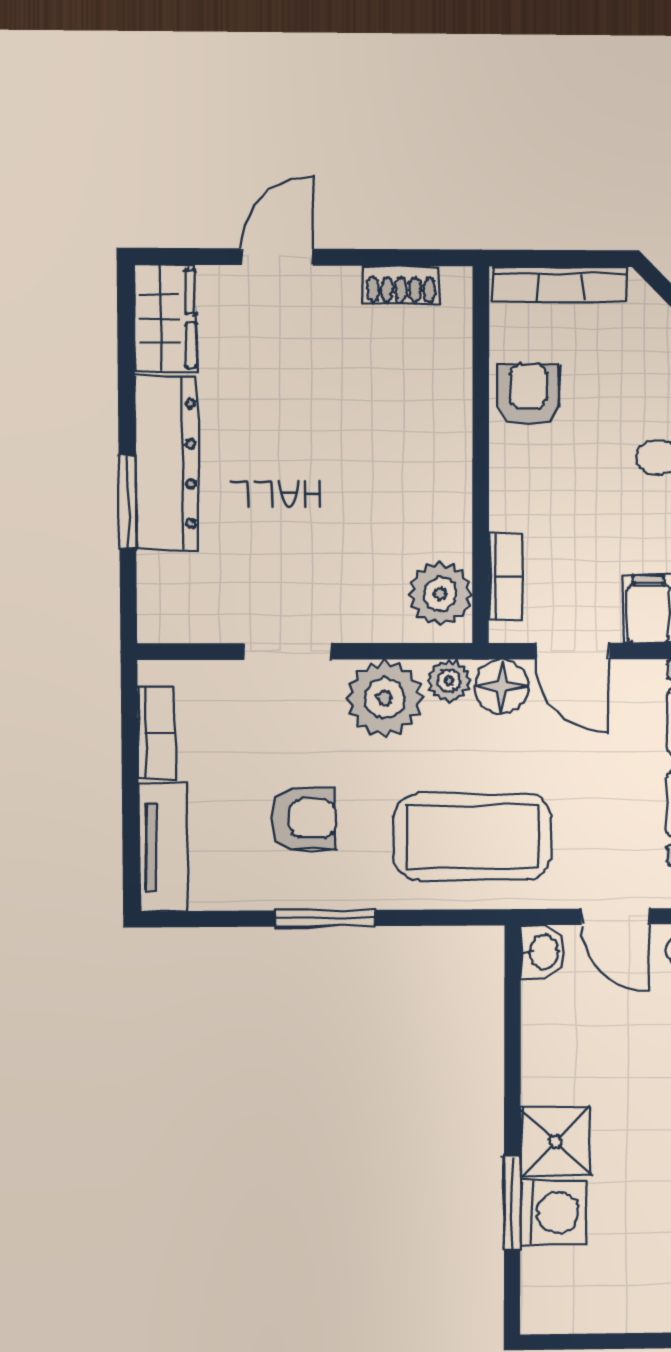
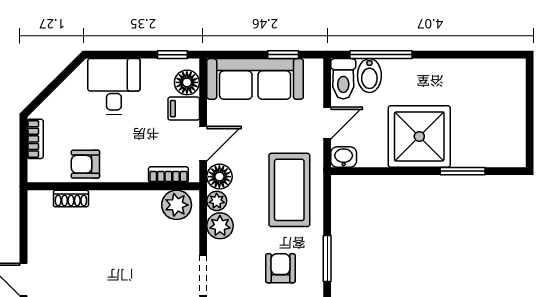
bookcase: (560, 284) -> (35, 139), width x0.64
shoe rack: (401, 285) -> (71, 199), moved, turned 90
plant: (385, 698) -> (220, 226), width x0.73, depth x0.73
shower: (556, 1142) -> (419, 136), width x1.86, depth x1.86
washing machine: (553, 1213) -> (468, 152), removed

